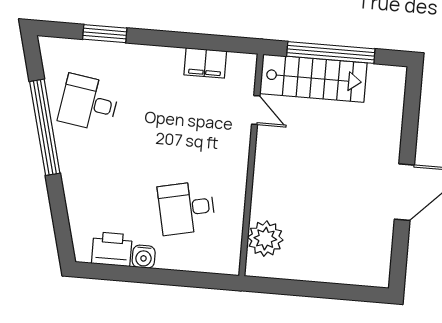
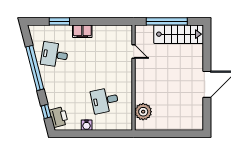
filing cabinet: (205, 63) -> (82, 31), moved
stairs: (313, 78) -> (179, 34), moved
window: (61, 221) -> (46, 111), added
printer: (112, 249) -> (59, 117), moved, turned 76

